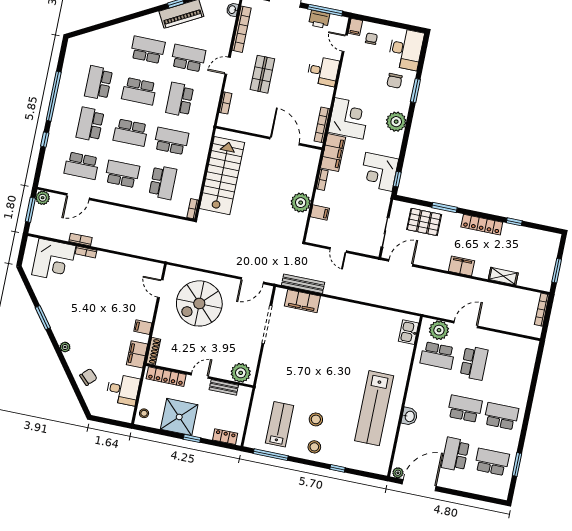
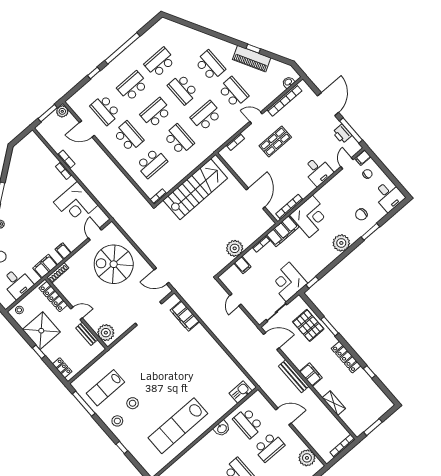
desk: (406, 49) -> (389, 196), width x0.73
school desk: (131, 133) -> (156, 113), turned 90
corner desk: (379, 172) -> (288, 282), moved
corner desk: (54, 260) -> (76, 204), moved
bench: (303, 284) -> (294, 376), moved
plant: (439, 330) -> (307, 458), moved
washbasin: (409, 416) -> (222, 428), moved
lab bench: (280, 424) -> (105, 388), turned 180

